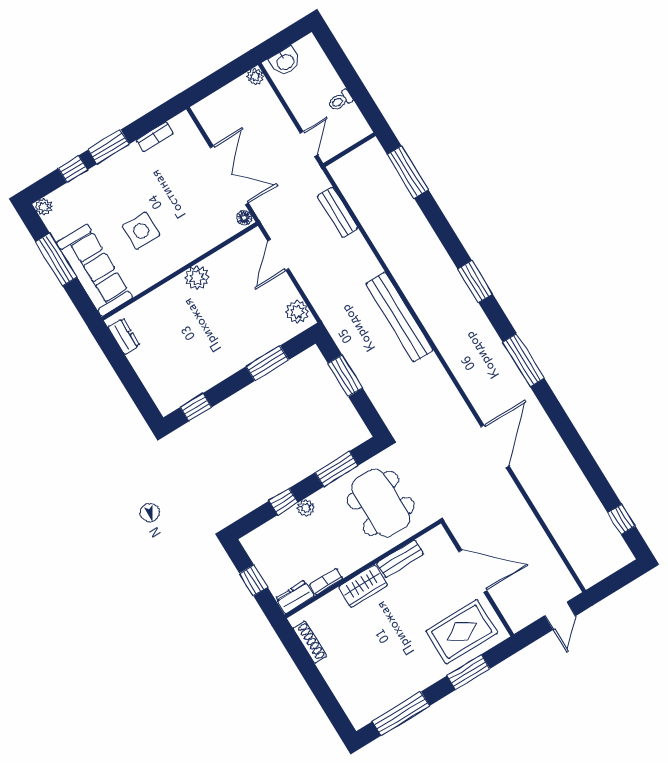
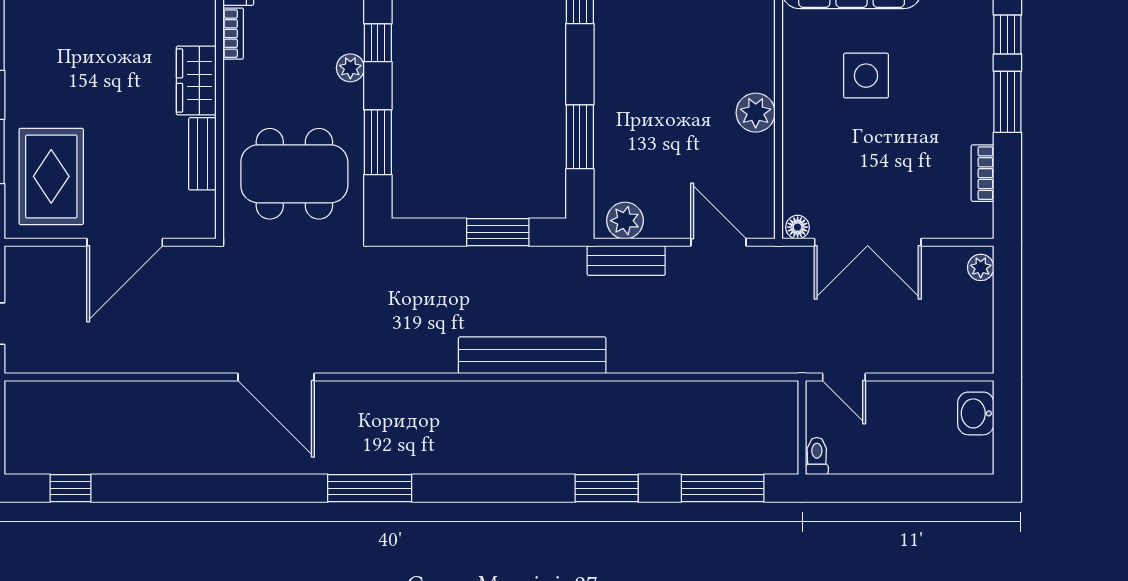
plant: (255, 76) -> (981, 267), moved
toilet: (340, 101) -> (817, 456), moved
bench: (337, 212) -> (626, 261), moved
window: (475, 282) -> (607, 488), moved

